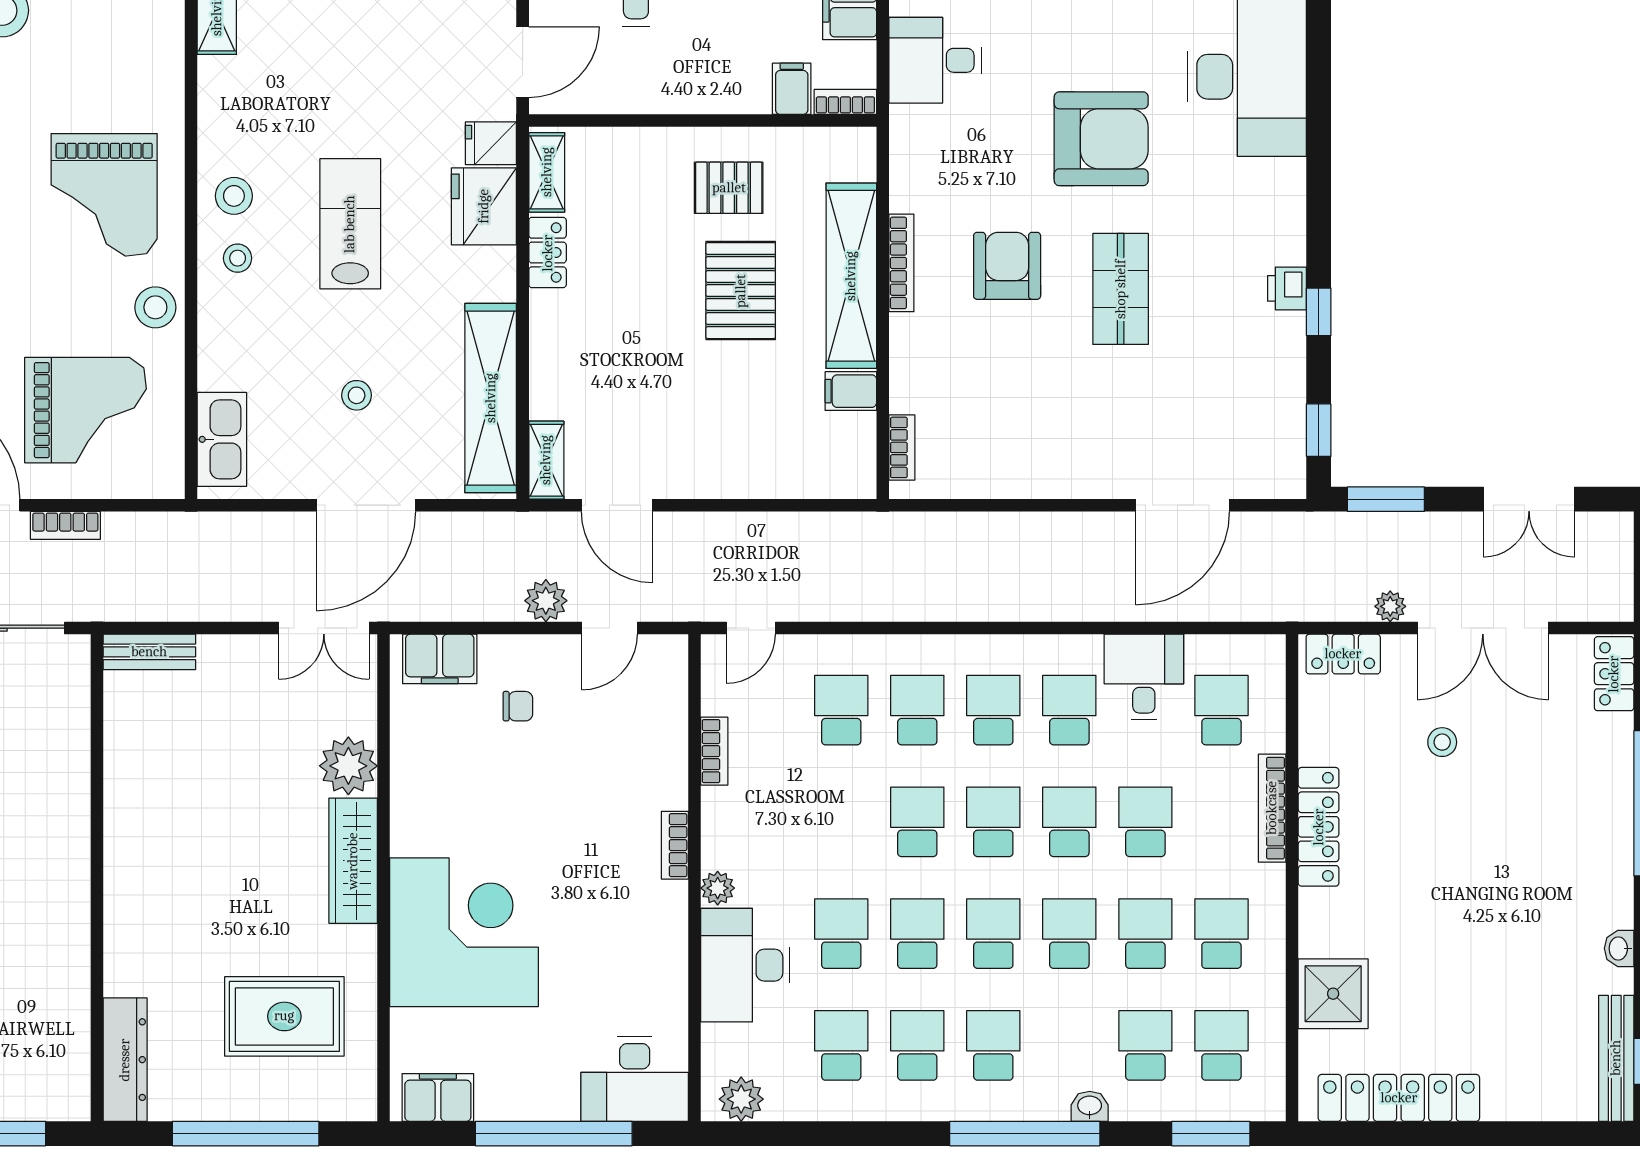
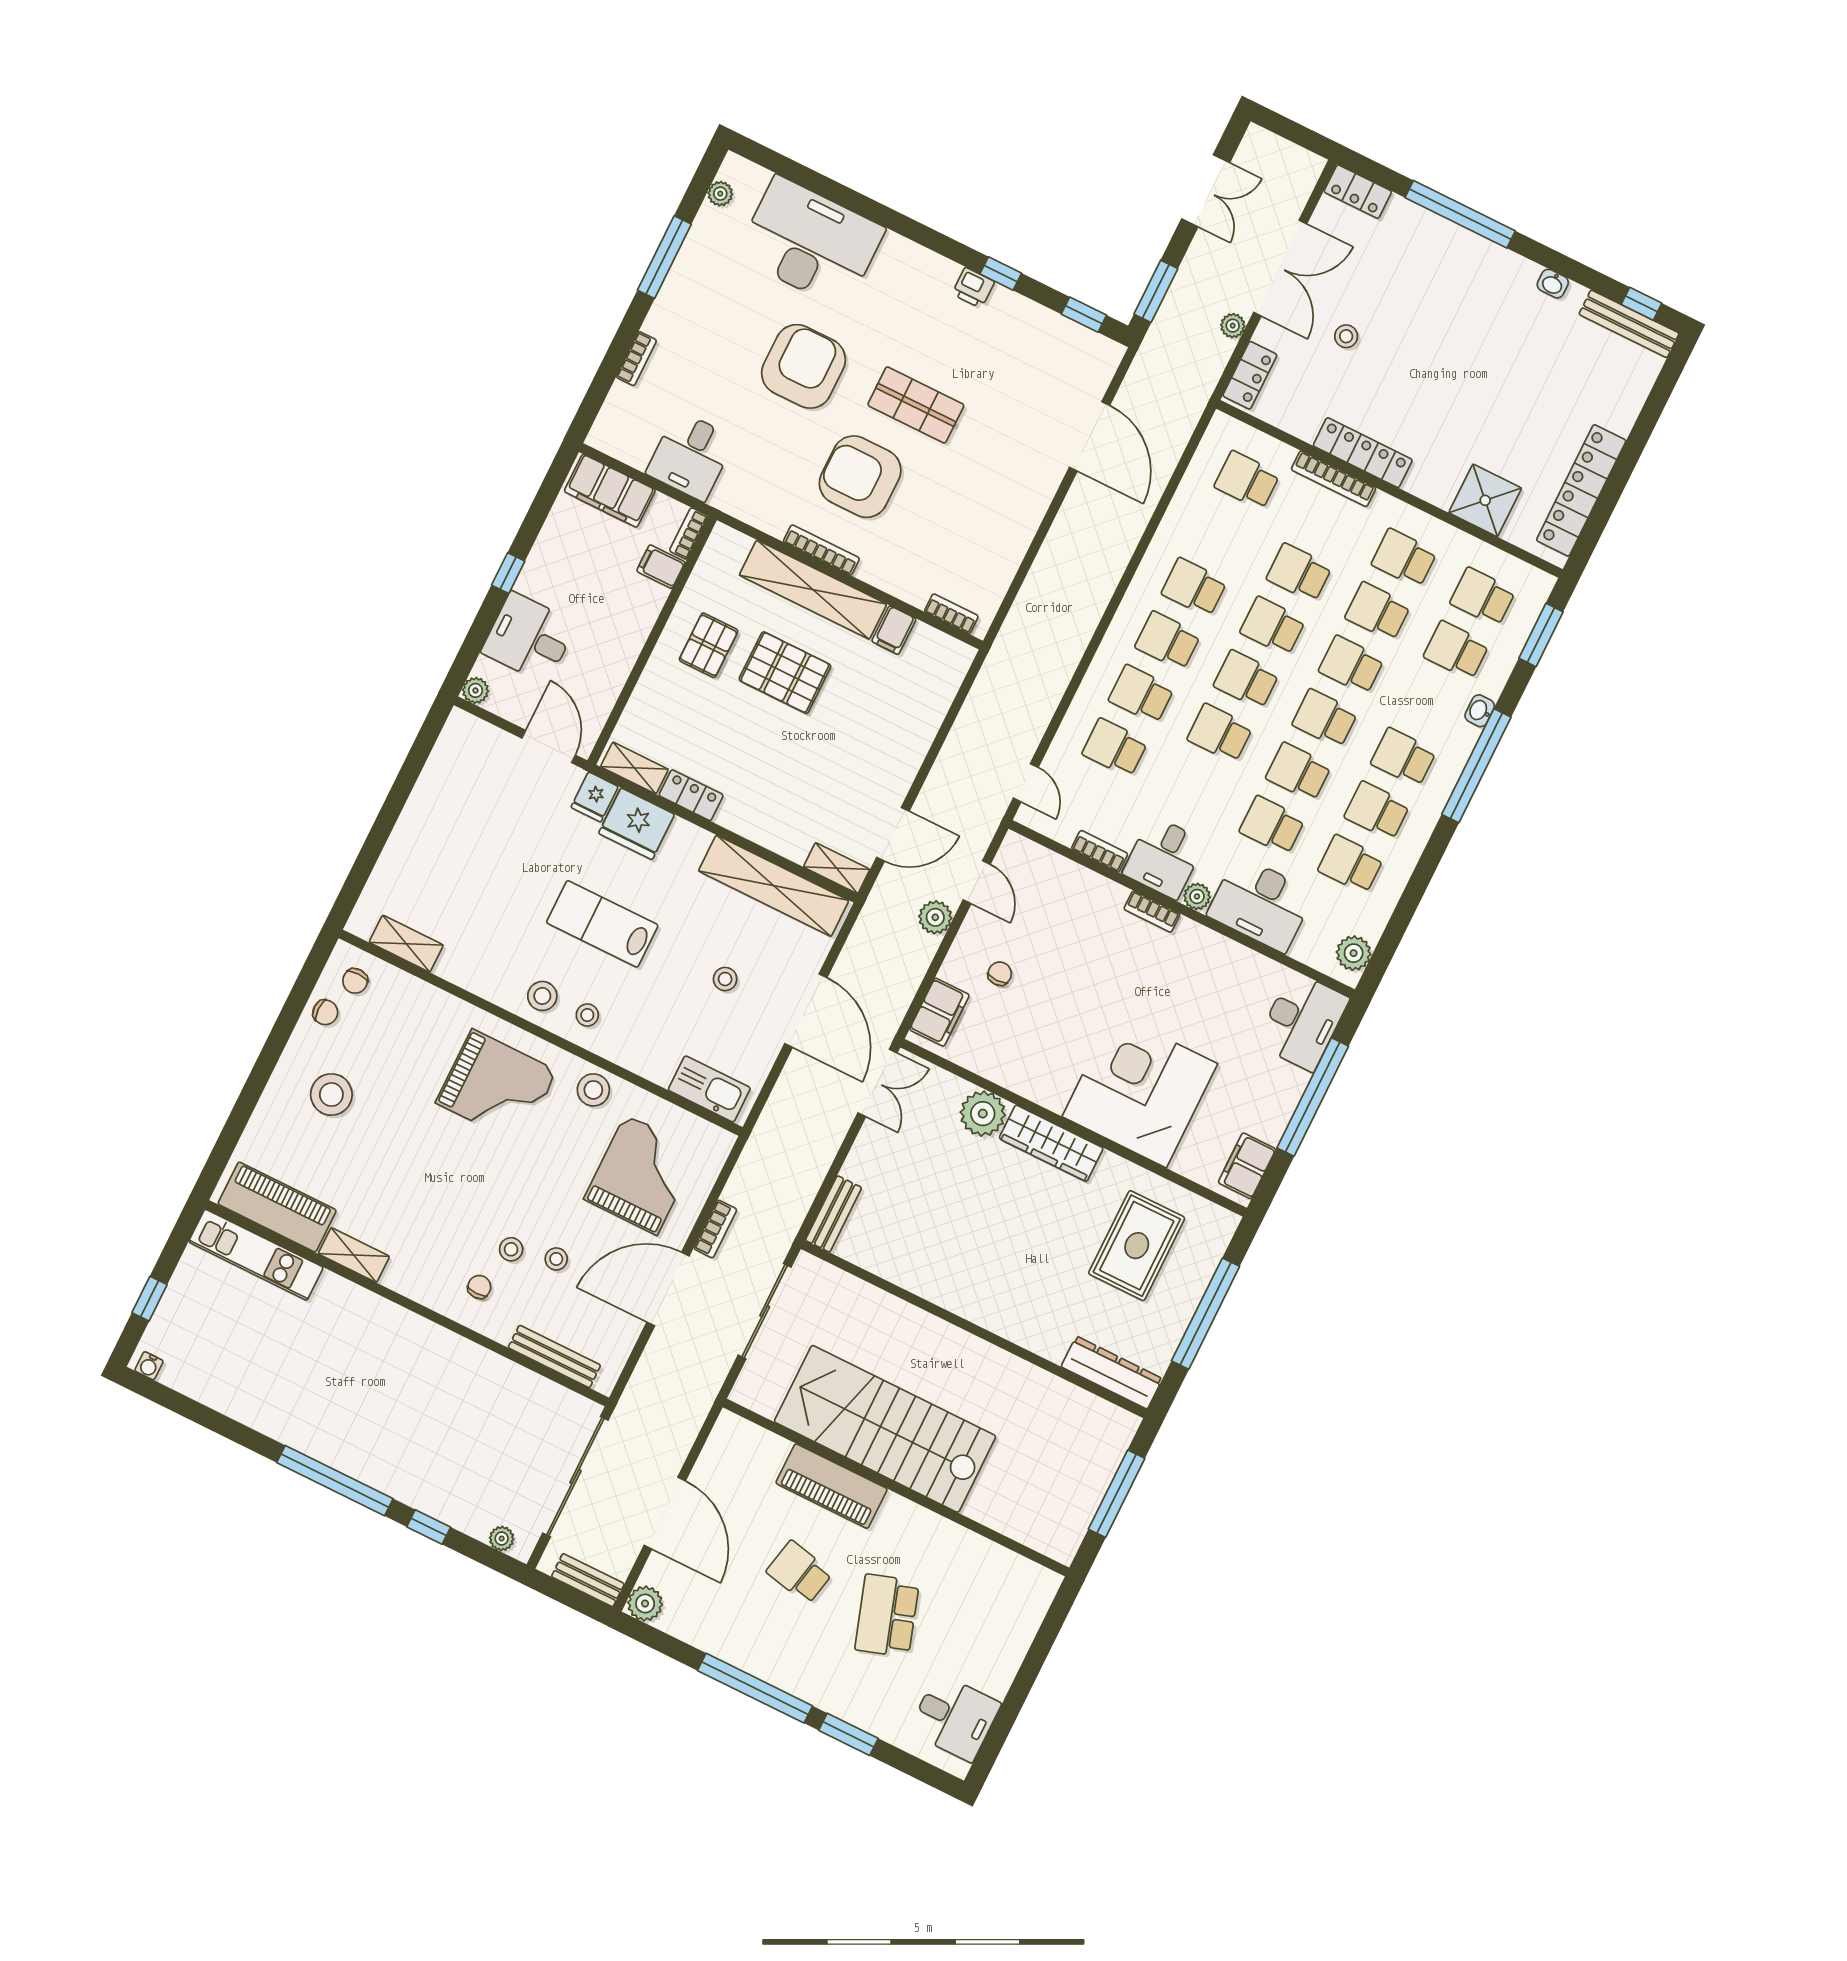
armchair: (1007, 266) -> (860, 477), width x1.36, depth x1.36
desk: (1144, 677) -> (1164, 857), moved, turned -90

